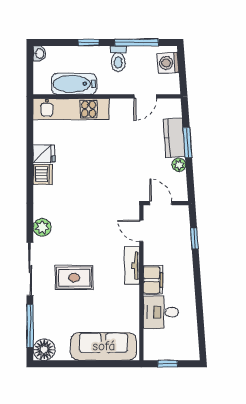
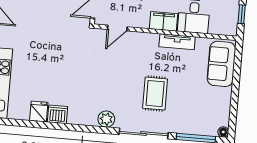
tv unit: (132, 266) -> (177, 42), moved
sofa: (104, 346) -> (221, 64), width x0.73
floor lamp: (44, 350) -> (223, 132), width x0.53, depth x0.53

